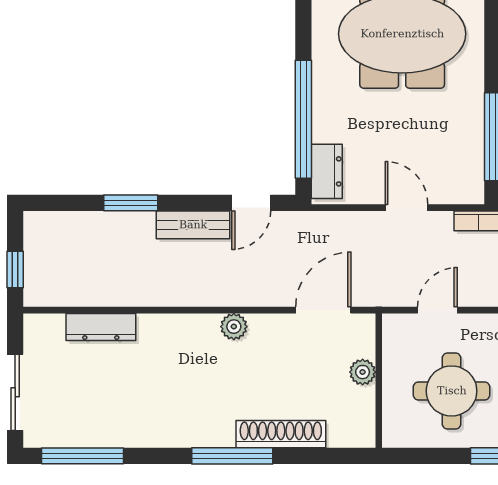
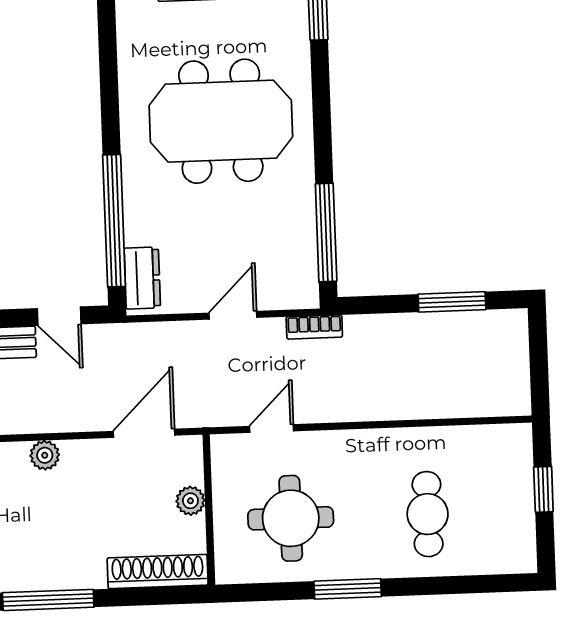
door: (251, 203) -> (59, 316), hinge flipped
door: (407, 208) -> (233, 315), hinge flipped
shoe rack: (281, 434) -> (158, 571), moved

